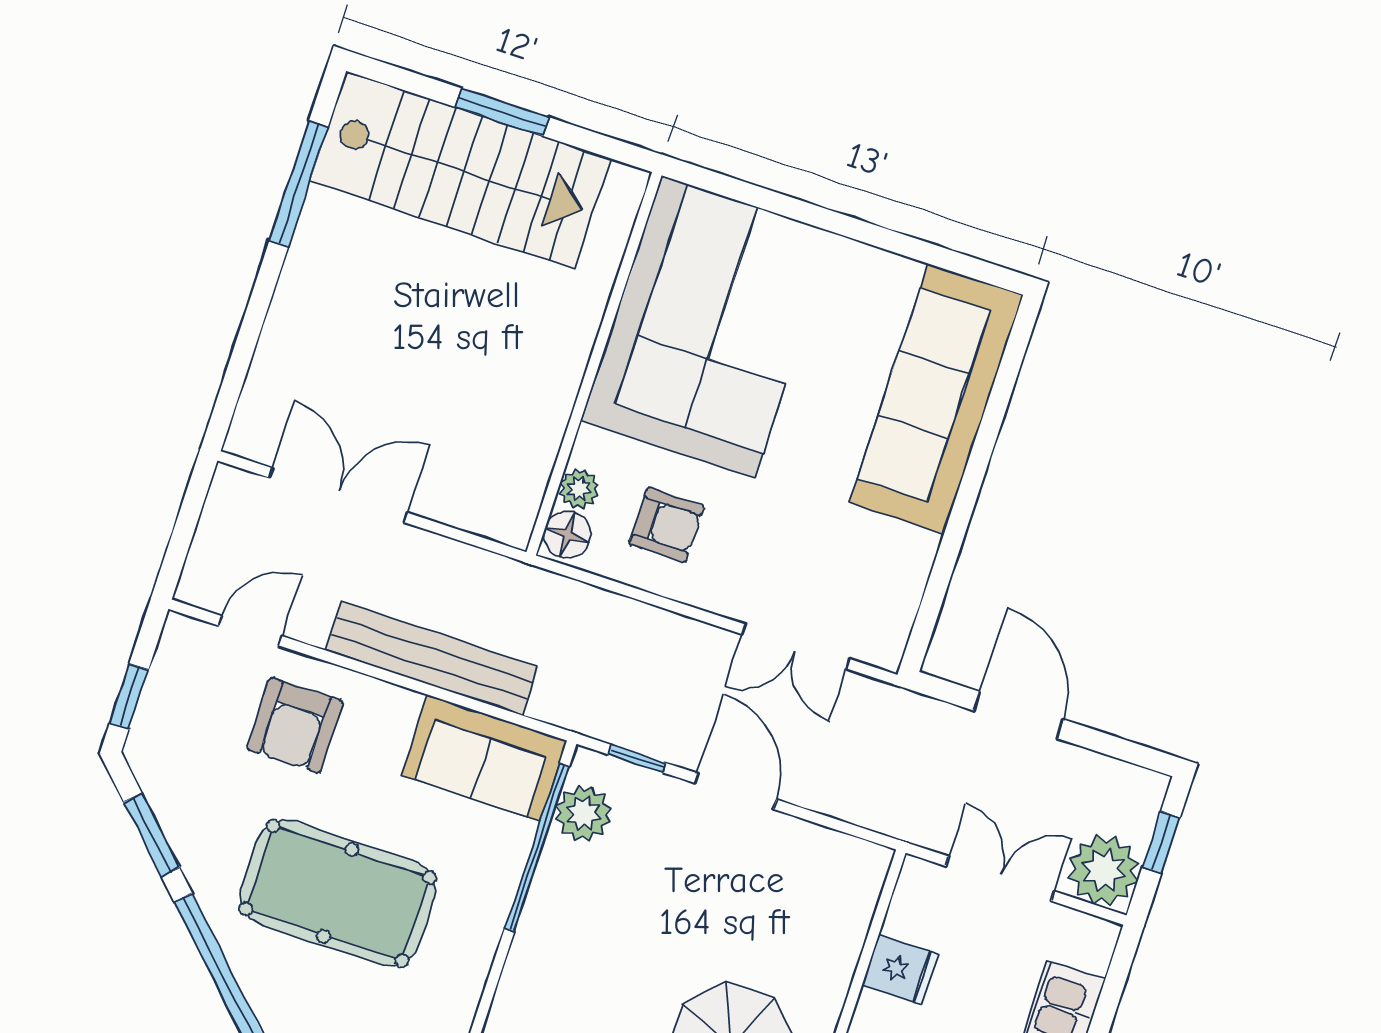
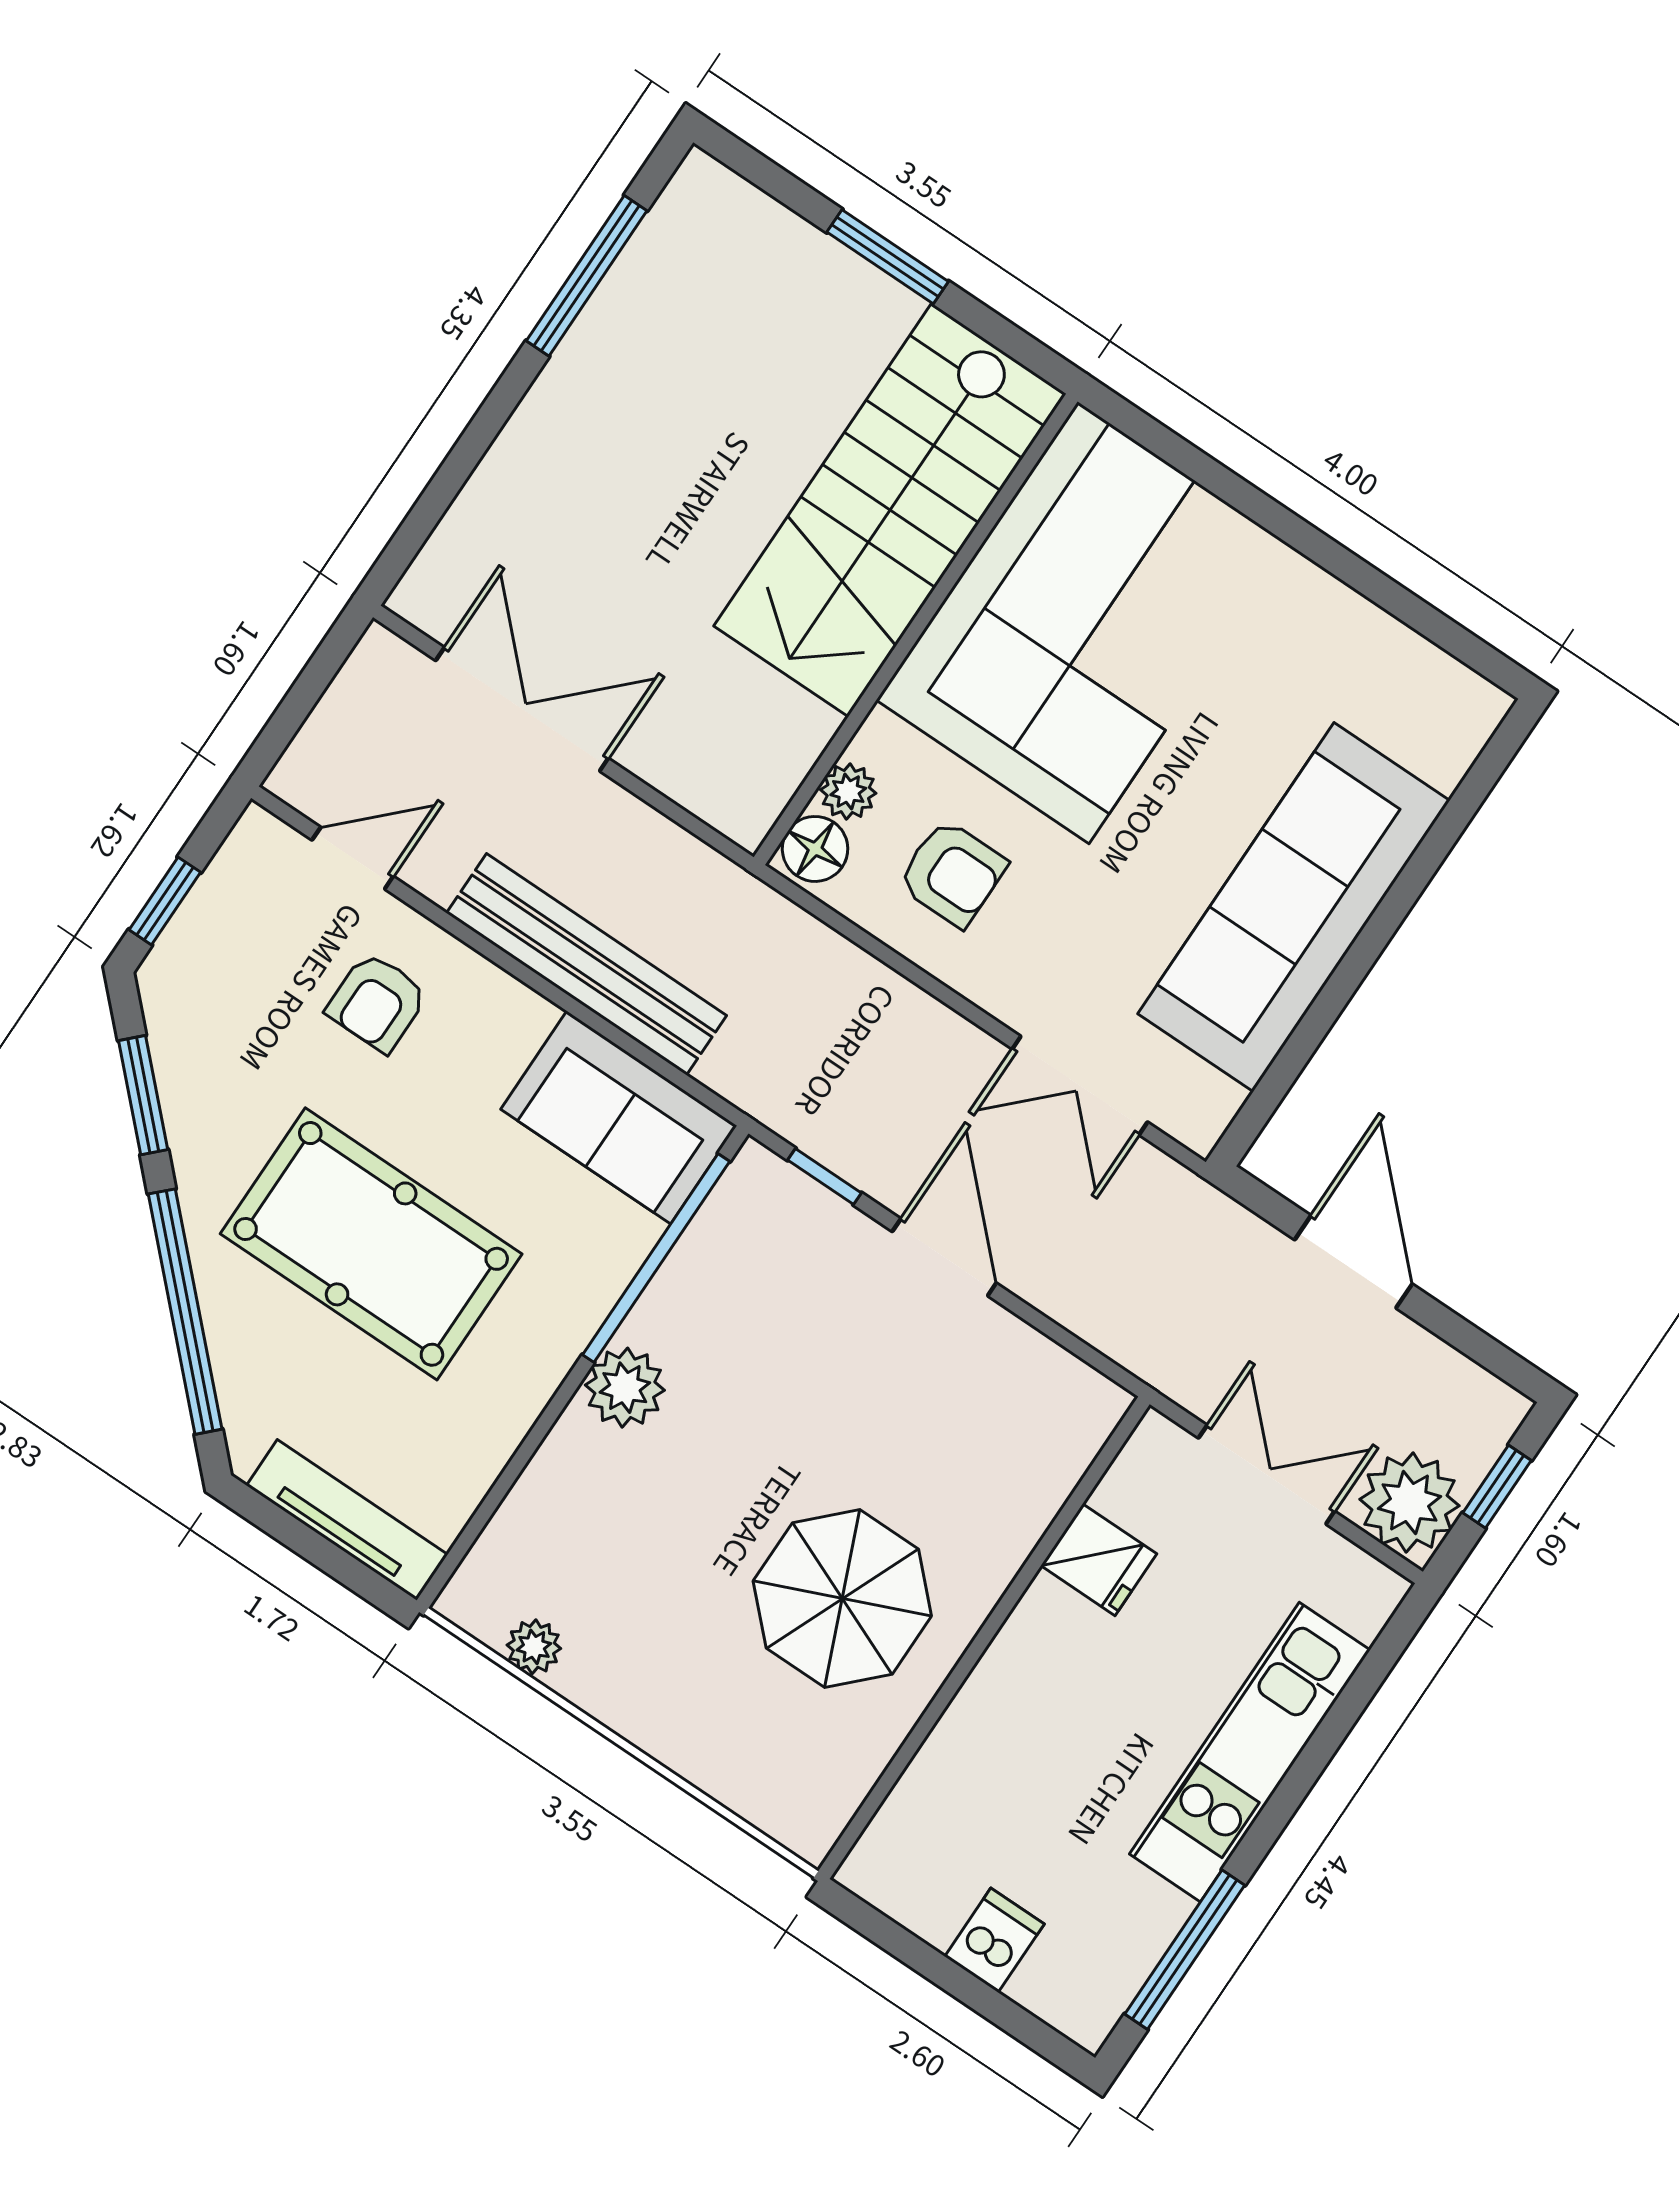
stairs: (460, 170) -> (890, 510), moved, turned 90
sofa: (936, 399) -> (1294, 907), moved
armchair: (295, 725) -> (377, 1002), width x0.72, depth x0.72
plant: (583, 814) -> (625, 1388), moved

